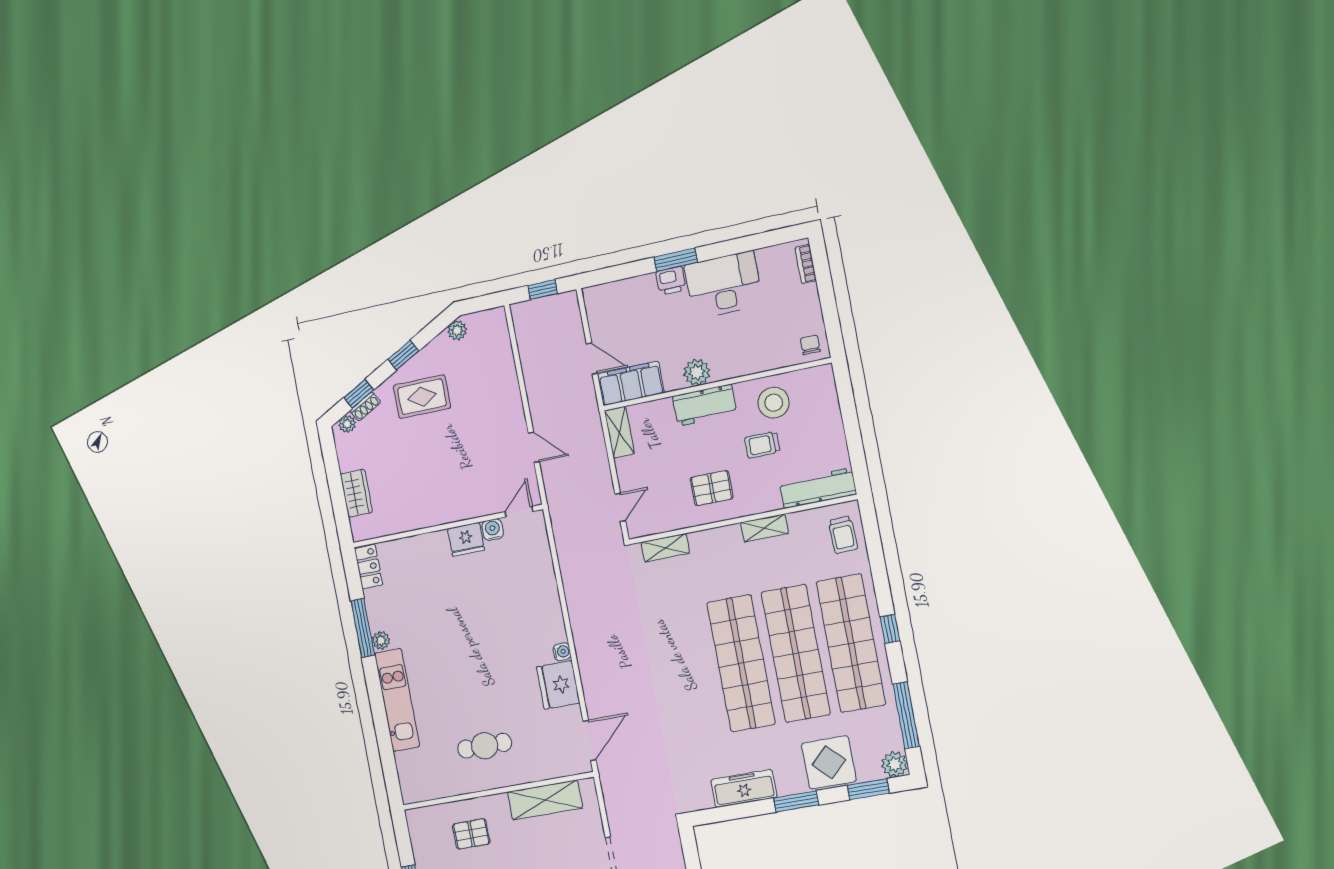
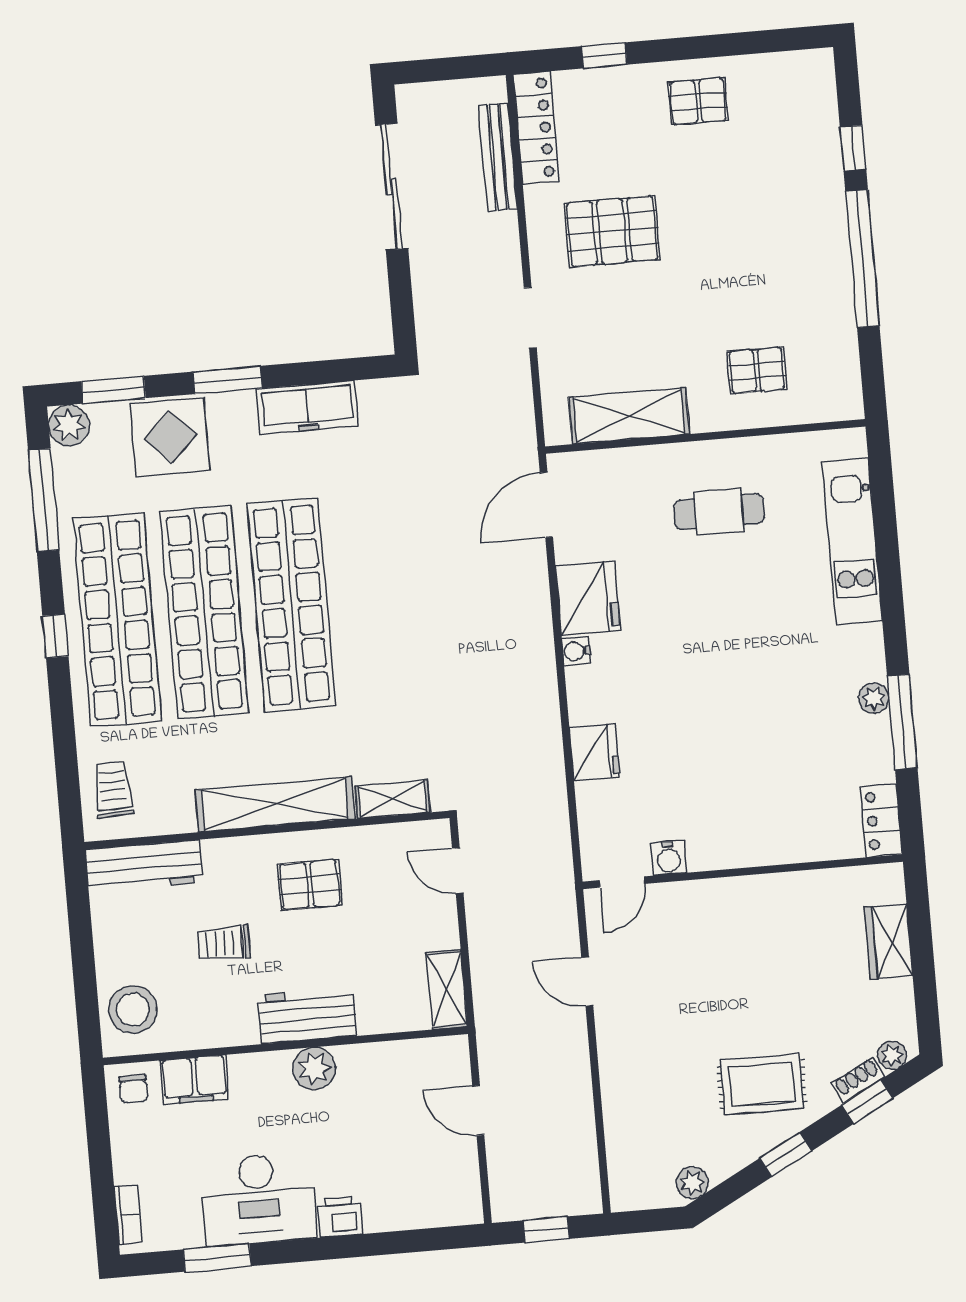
window: (676, 260) -> (217, 1258), moved
filing cabinet: (631, 383) -> (194, 1080), moved, width x0.67, depth x0.86
stool: (774, 403) -> (133, 1010), moved
trolley: (762, 445) -> (223, 943), turned 180
door: (620, 507) -> (458, 871), hinge flipped
shelving: (765, 528) -> (275, 804), width x2.20, depth x1.33
fridge: (466, 539) -> (595, 752), moved, turned 90
kitchen unit: (397, 700) -> (852, 541), moved

